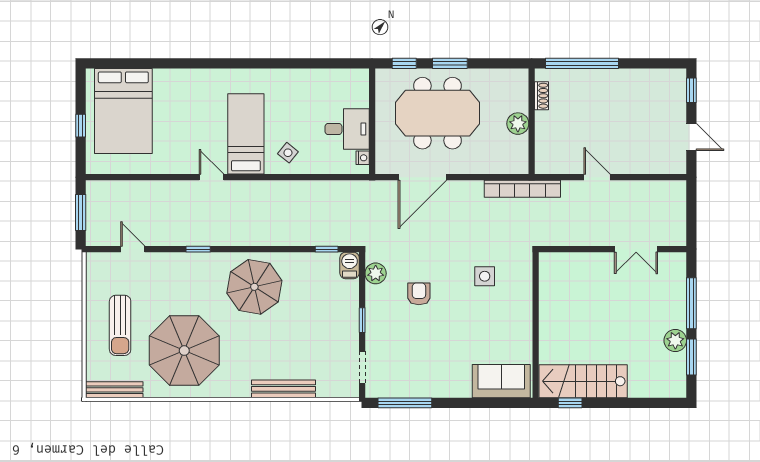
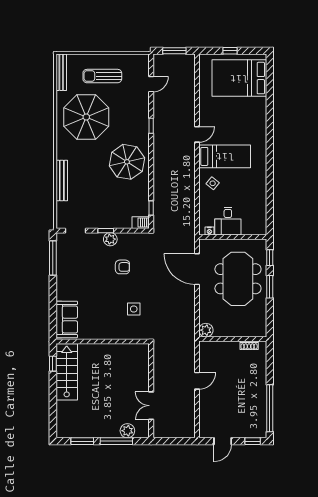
window: (582, 63) -> (270, 408), moved
plant: (518, 124) -> (206, 330), moved
bookcase: (522, 189) -> (190, 333), removed
plant: (376, 273) -> (110, 239), moved
plant: (675, 341) -> (127, 431), moved

